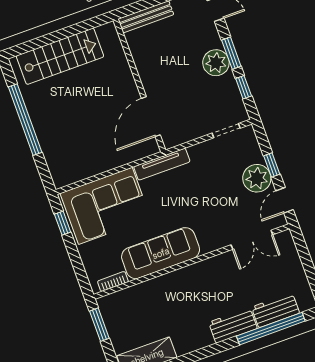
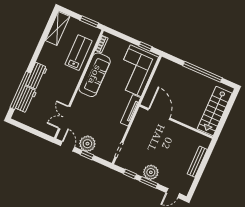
wall: (139, 85) -> (176, 122), moved
door: (151, 117) -> (159, 114), moved
lab bench: (152, 301) -> (79, 53), added

